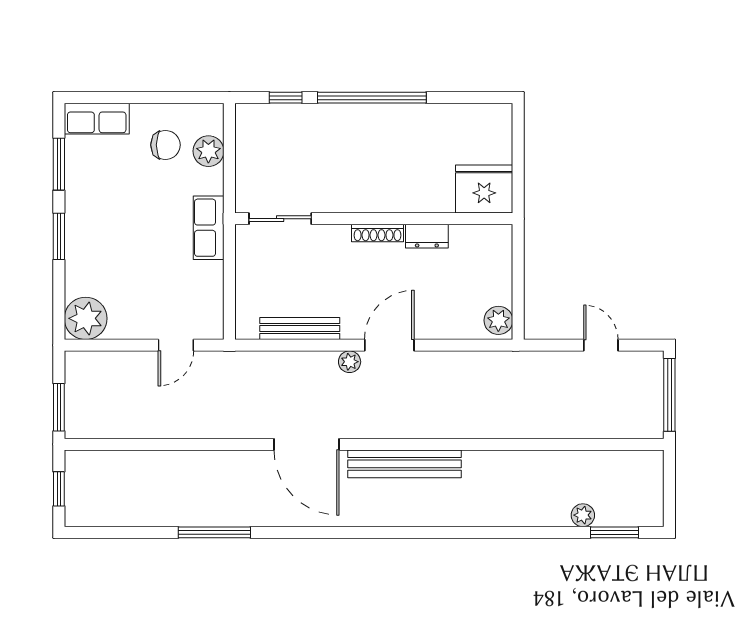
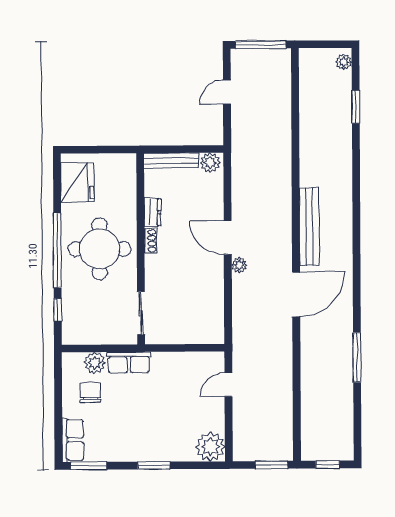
round table: (374, 159) -> (100, 249), added
window: (59, 164) -> (89, 466), moved
fridge: (484, 189) -> (77, 182), moved, turned 180
row of seats: (209, 228) -> (129, 362), moved
shoe rack: (377, 233) -> (150, 241), width x0.70
bench: (300, 329) -> (171, 161), moved, turned 90
door: (176, 345) -> (228, 385), swing flipped
plant: (583, 515) -> (344, 62), moved
window: (614, 532) -> (356, 107), moved

